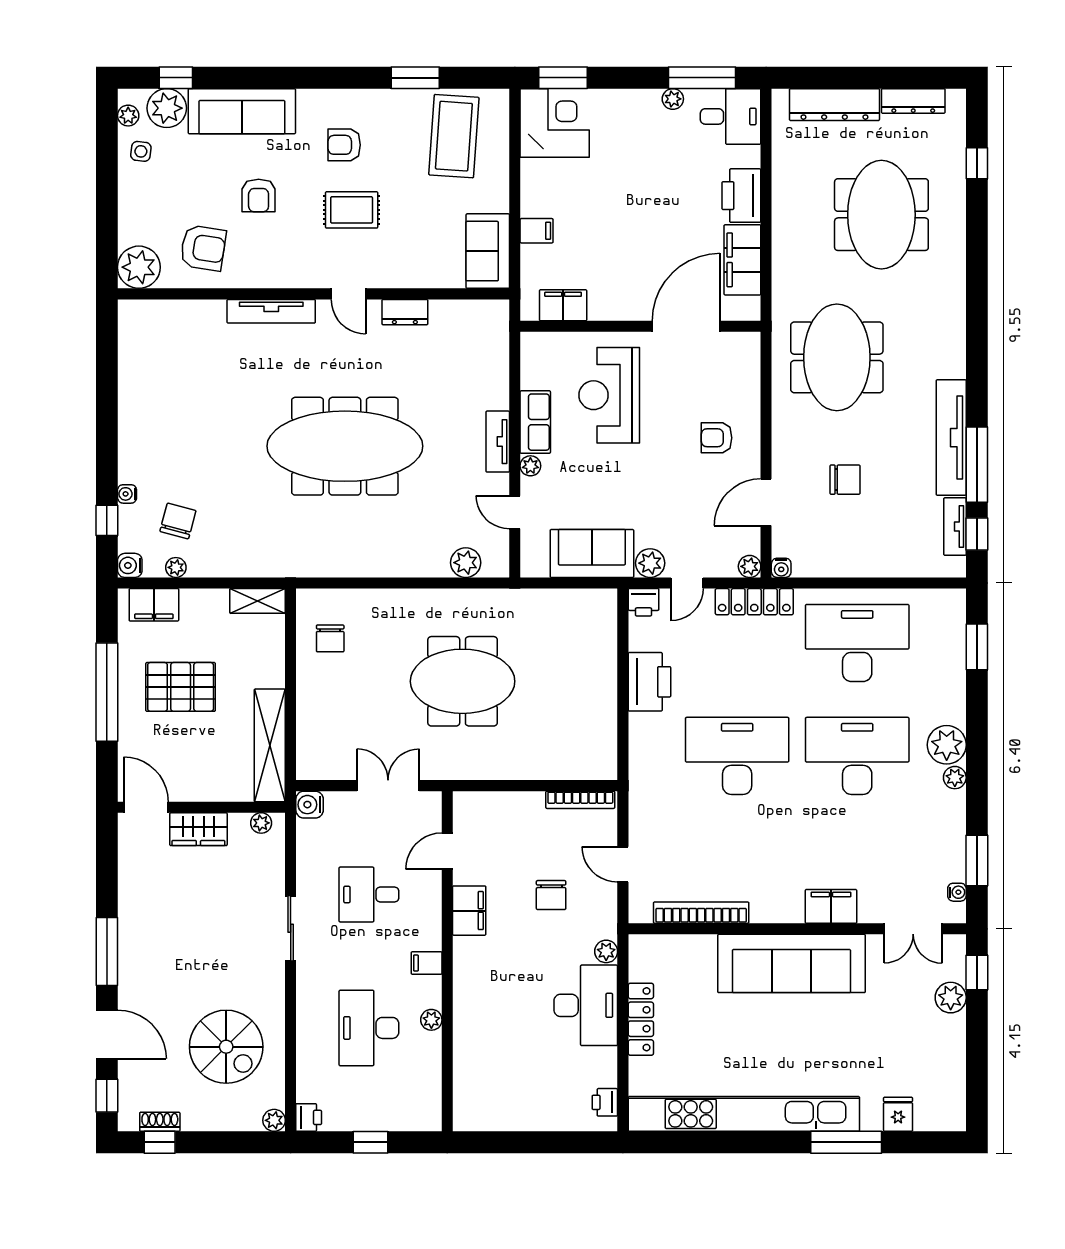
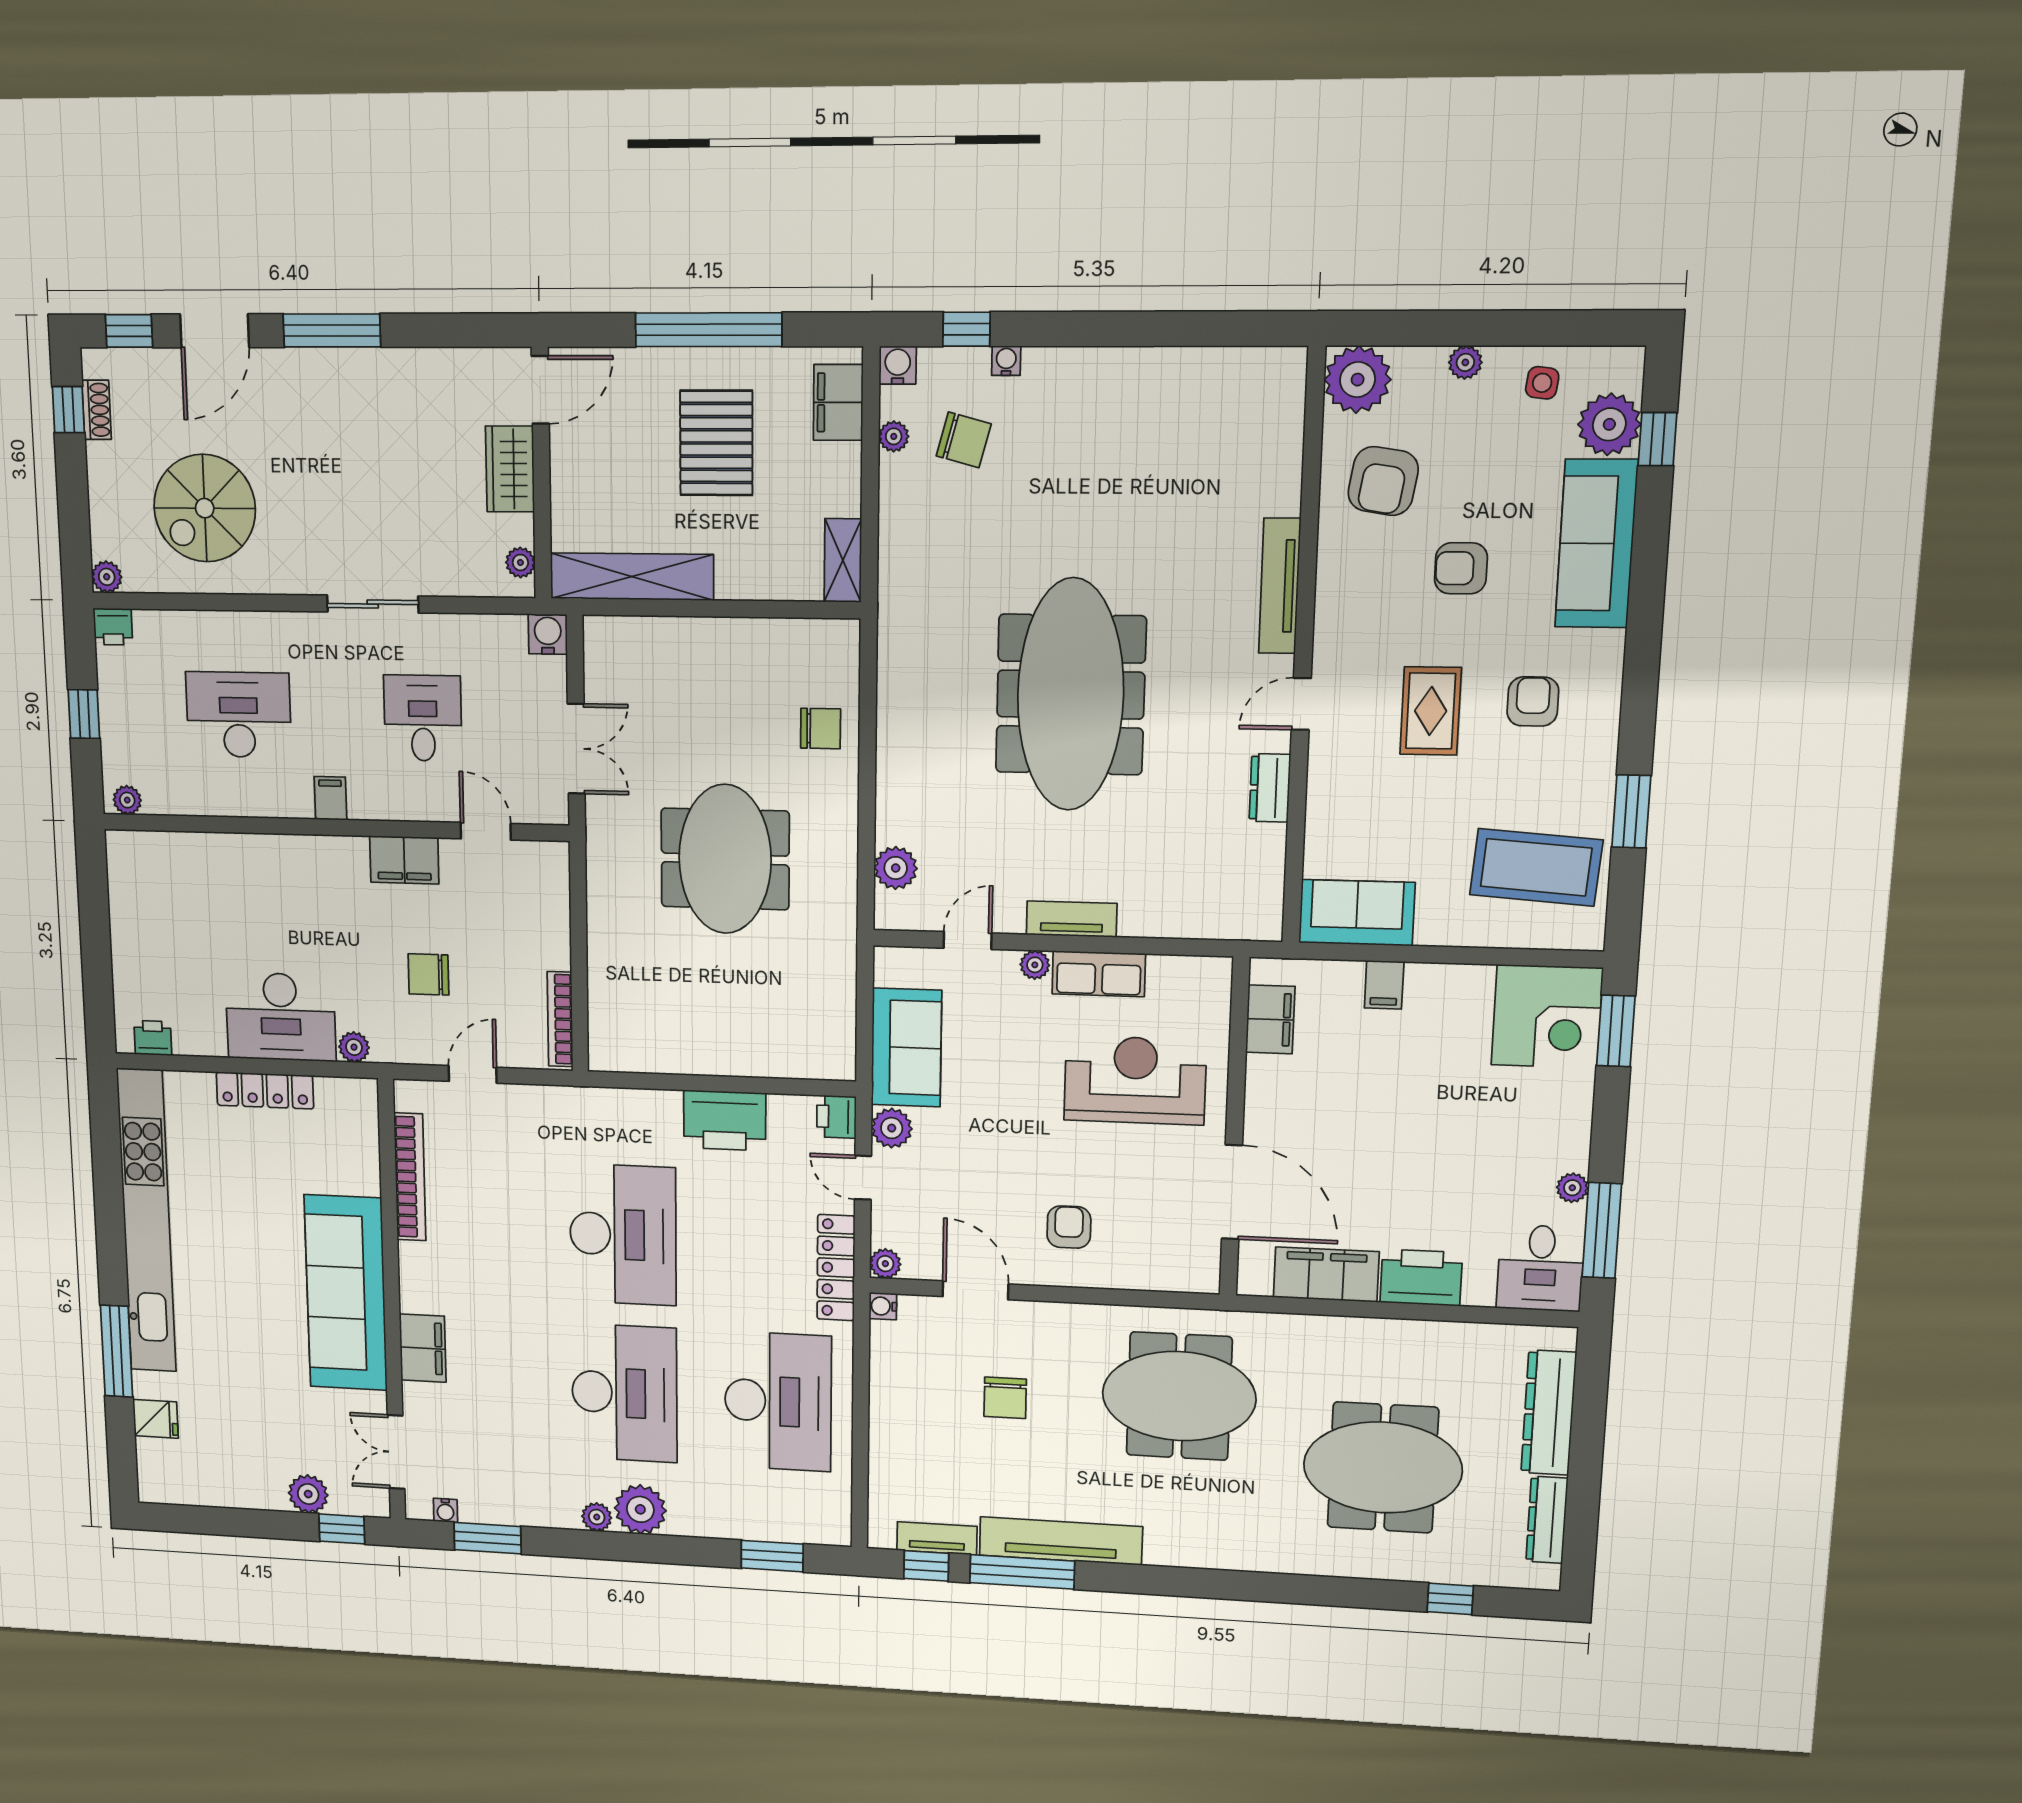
plant: (128, 116) -> (1465, 362), moved
chair: (330, 638) -> (821, 729), moved, turned 180
plant: (431, 1020) -> (127, 800), moved

